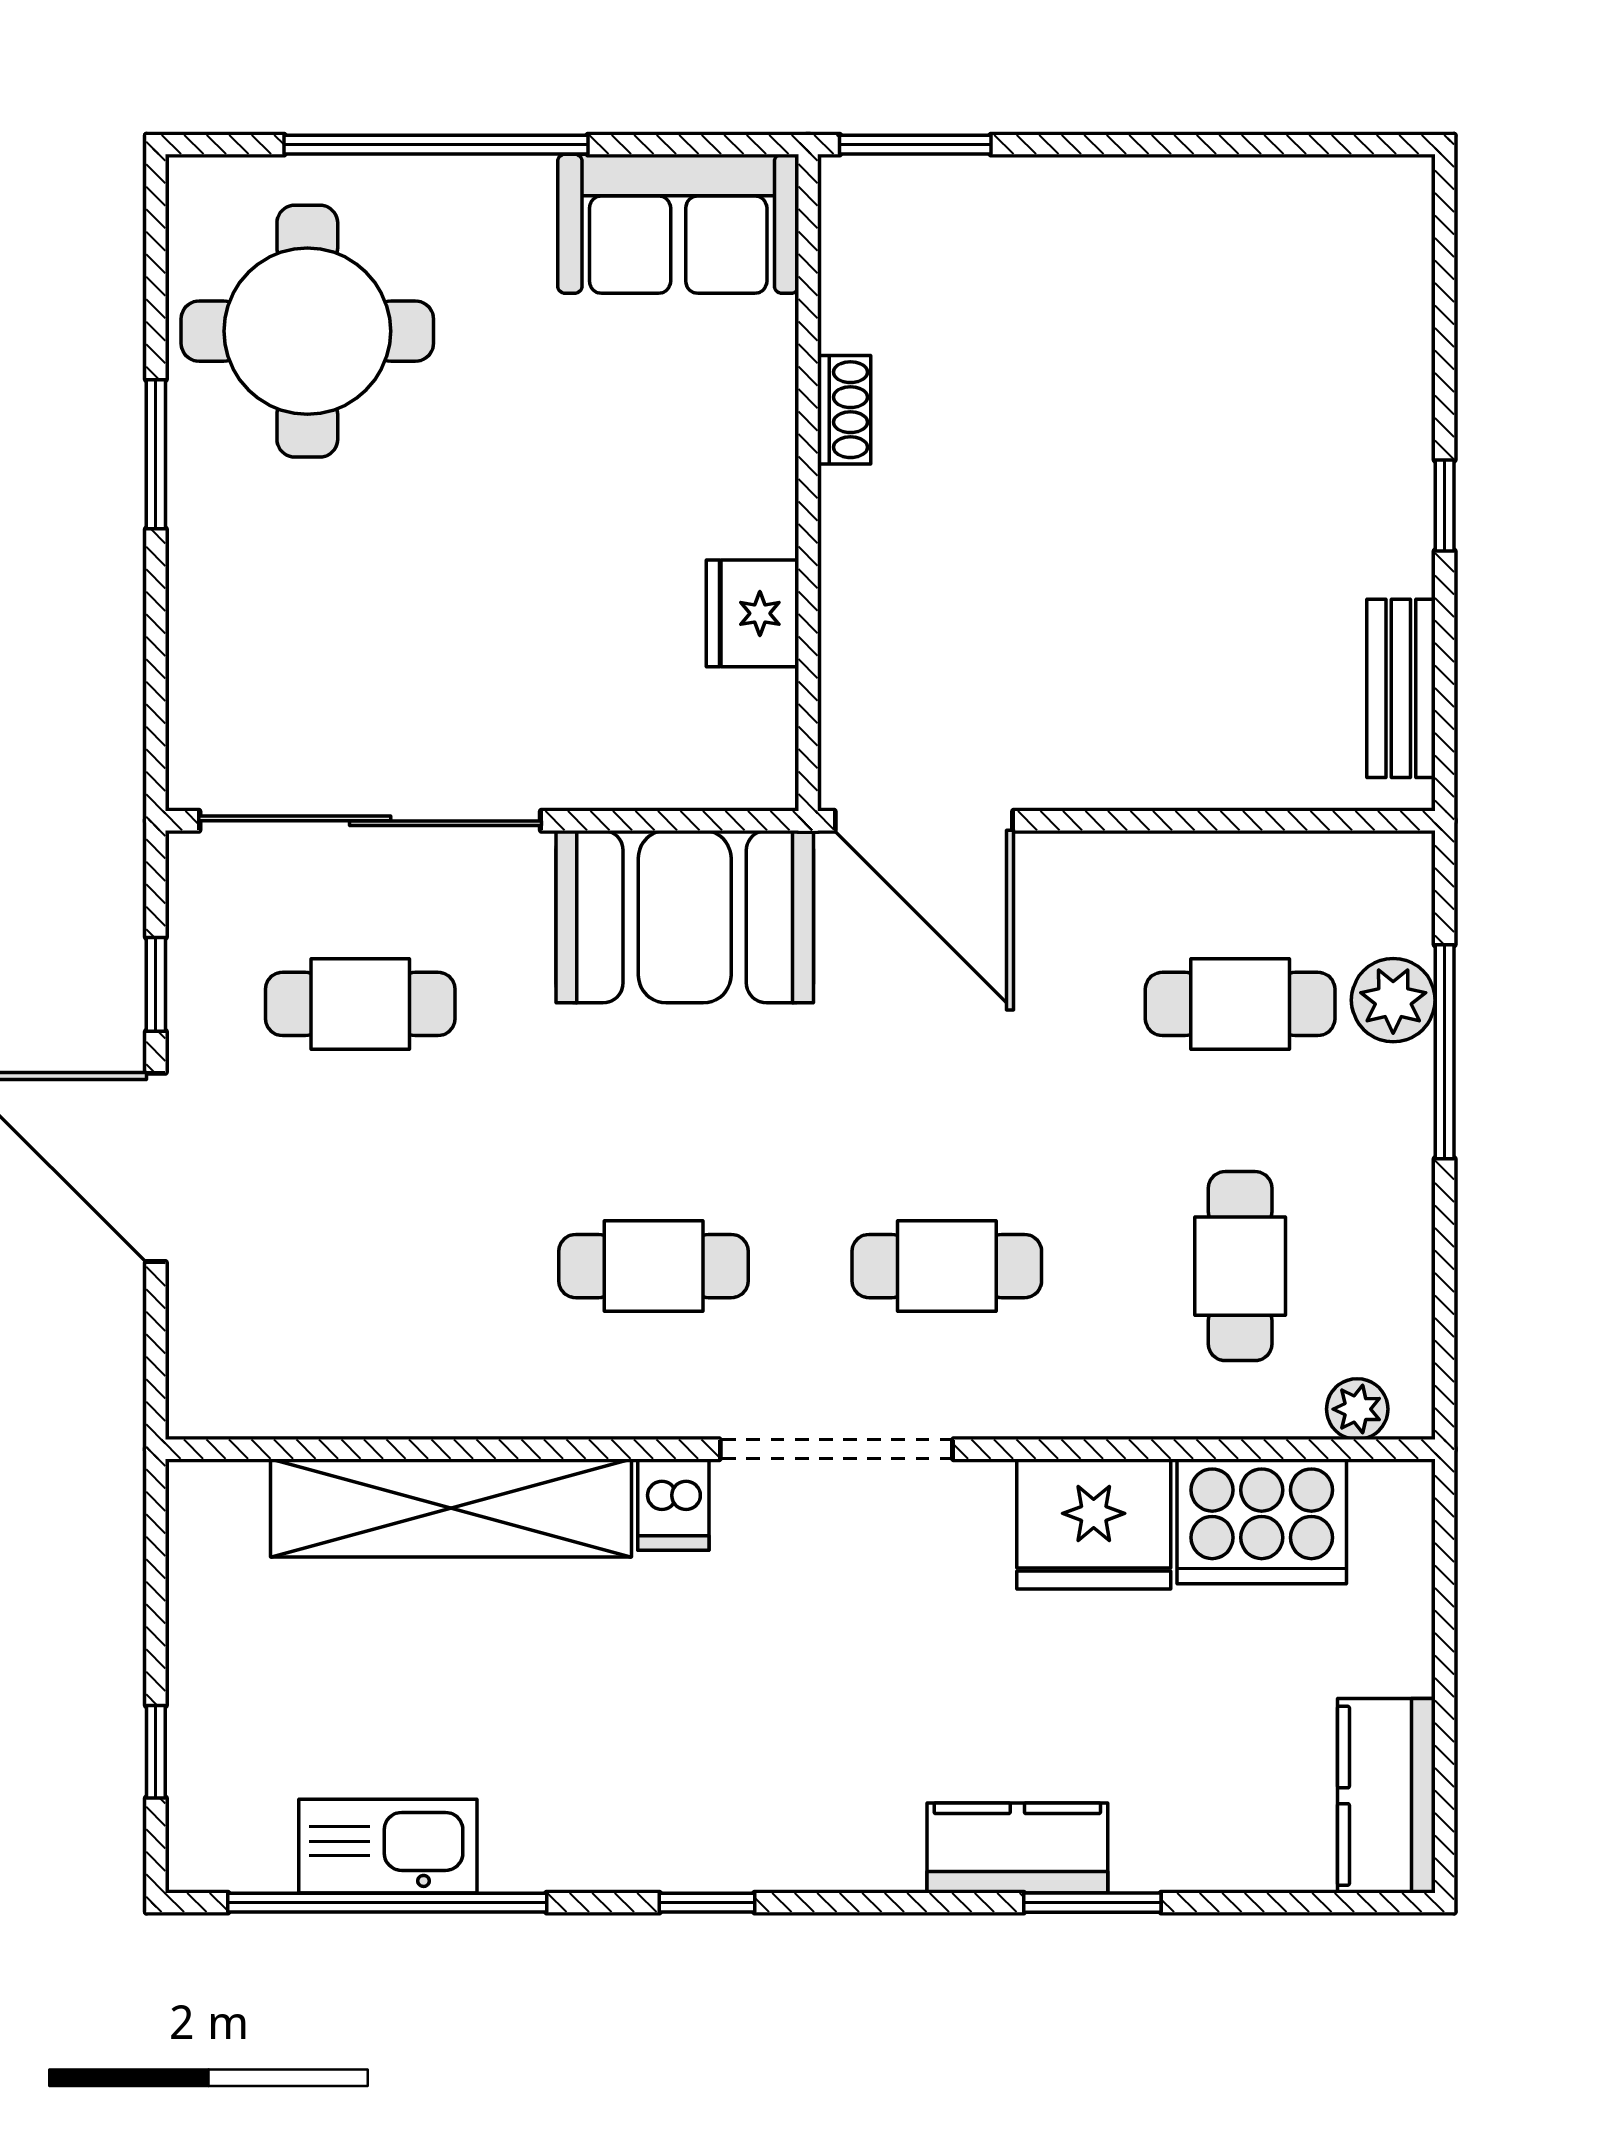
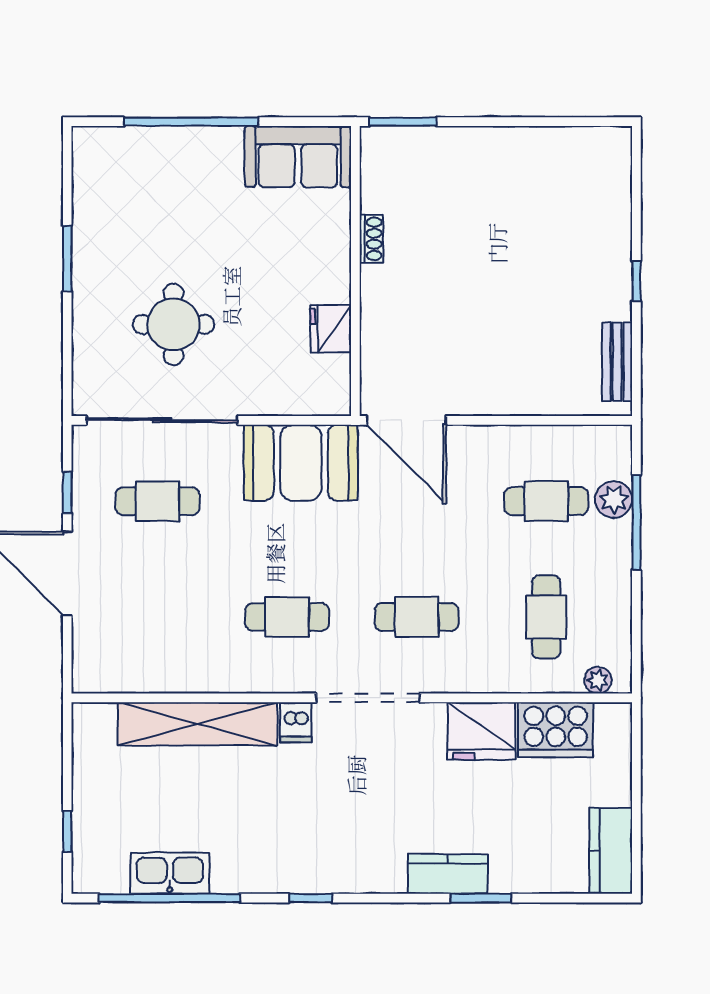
round table: (307, 331) -> (174, 324), moved, width x0.73, depth x0.73

